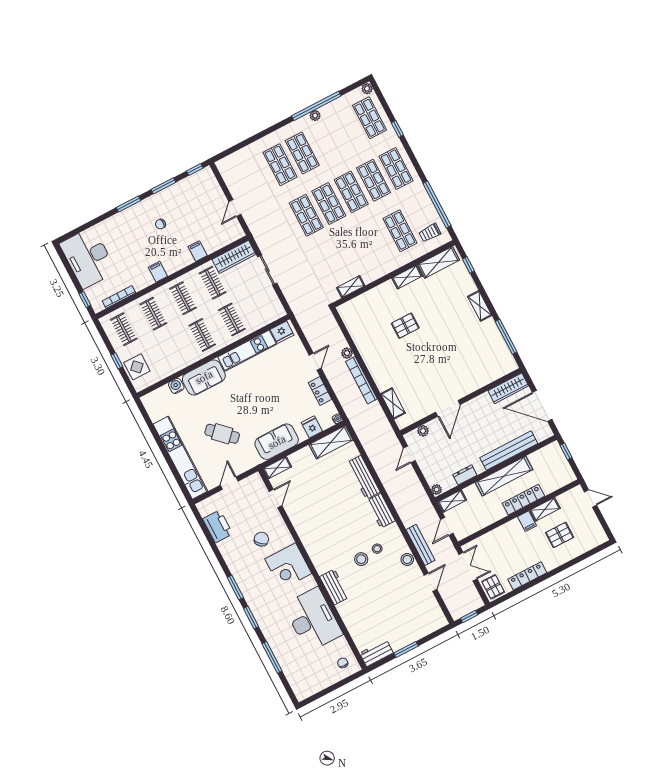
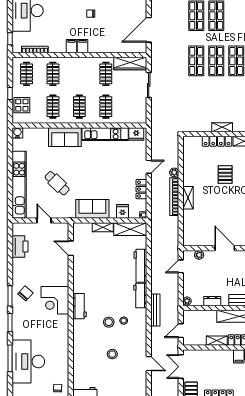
door: (235, 208) -> (149, 30), width x1.87
filing cabinet: (198, 251) -> (83, 46), moved
shelving: (351, 287) -> (222, 127), moved
locker: (377, 293) -> (217, 141), added
clothes rail: (183, 298) -> (53, 107), moved
pallet: (405, 326) -> (225, 175), turned 90
water cooler: (176, 386) -> (17, 133), moved
shelving: (393, 403) -> (188, 198), moved
door: (448, 408) -> (225, 248), swing flipped
shelving: (277, 468) -> (103, 227), moved
door: (229, 483) -> (44, 220), hinge flipped
door: (276, 498) -> (71, 248), swing flipped
shelving: (452, 501) -> (217, 341), moved
chair: (261, 539) -> (25, 293), moved
bench: (420, 545) -> (155, 310), moved
stool: (407, 559) -> (112, 354), moved
double door: (468, 567) -> (181, 367), swing flipped
door: (430, 582) -> (149, 364), hinge flipped
workbench: (334, 587) -> (80, 306), moved
desk: (313, 620) -> (28, 362), moved, turned 180

